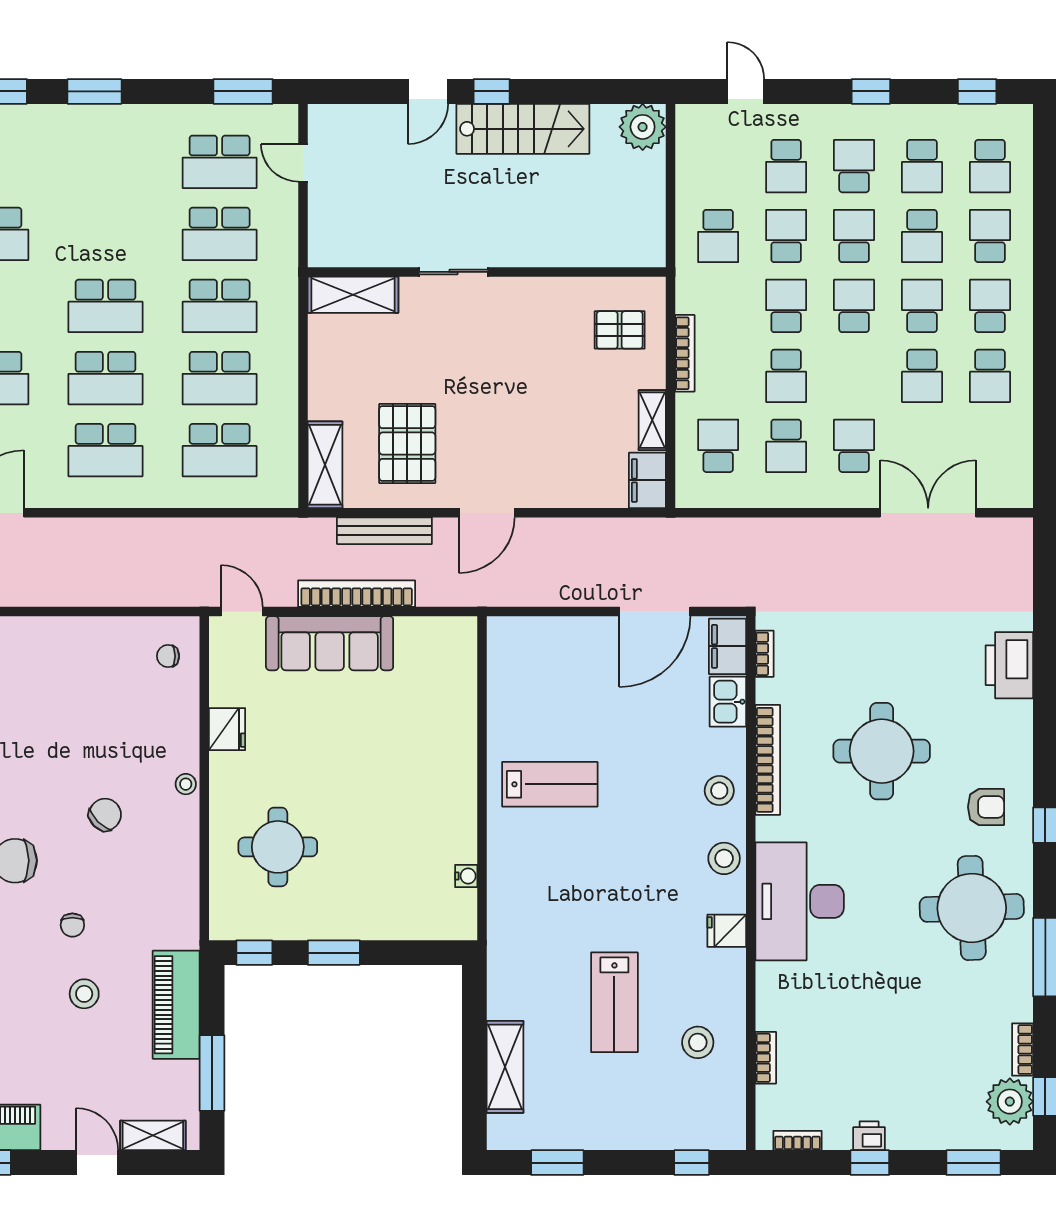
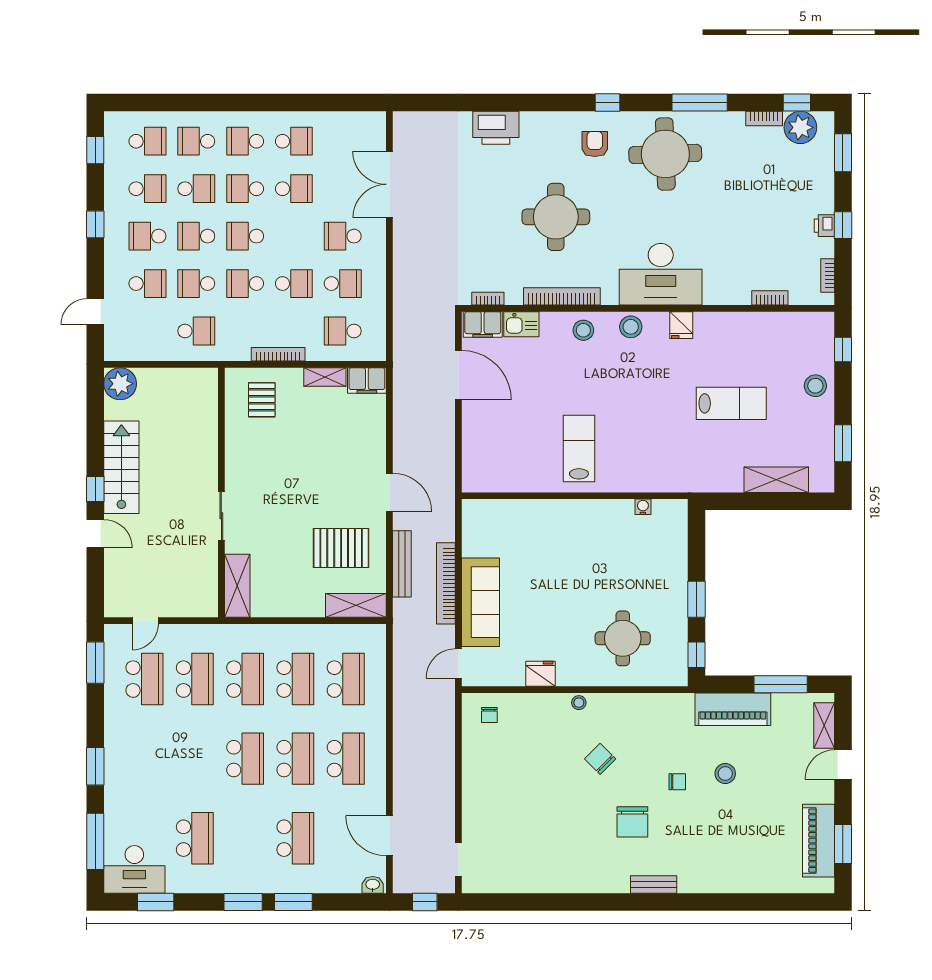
stool: (698, 1042) -> (815, 386), moved

